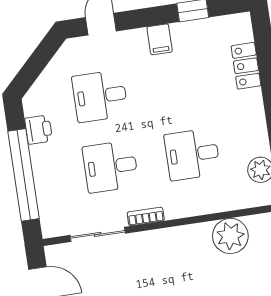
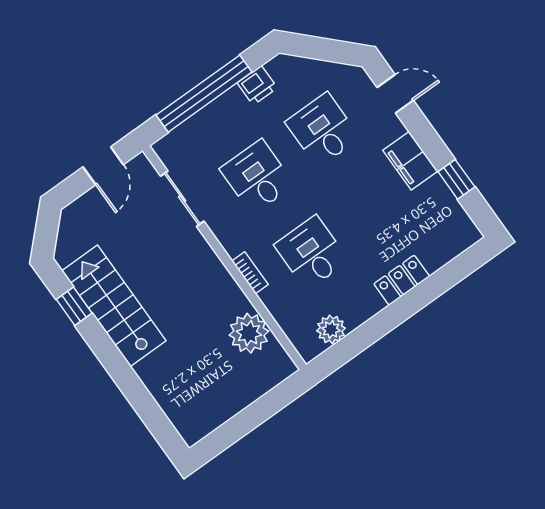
filing cabinet: (160, 39) -> (410, 161), width x2.00
locker: (246, 66) -> (402, 280), moved
bookcase: (146, 216) -> (250, 273), moved

